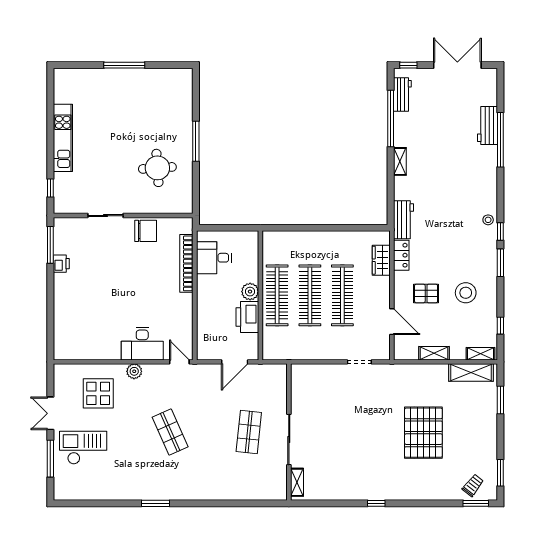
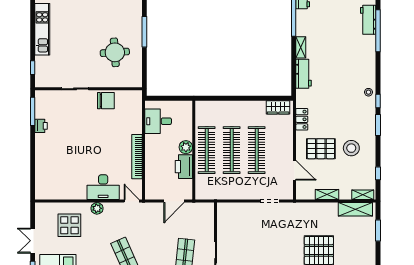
workbench: (403, 220) -> (304, 74), moved
wardrobe: (381, 260) -> (278, 107), moved, turned -90
bookcase: (186, 263) -> (137, 157), moved
pallet: (426, 293) -> (321, 149), width x1.50, depth x1.42

